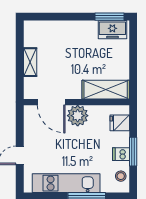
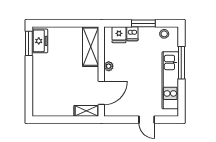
shelving: (30, 62) -> (86, 111), moved
plant: (78, 116) -> (109, 66), width x0.53, depth x0.53
dishwasher: (121, 154) -> (132, 34), moved

